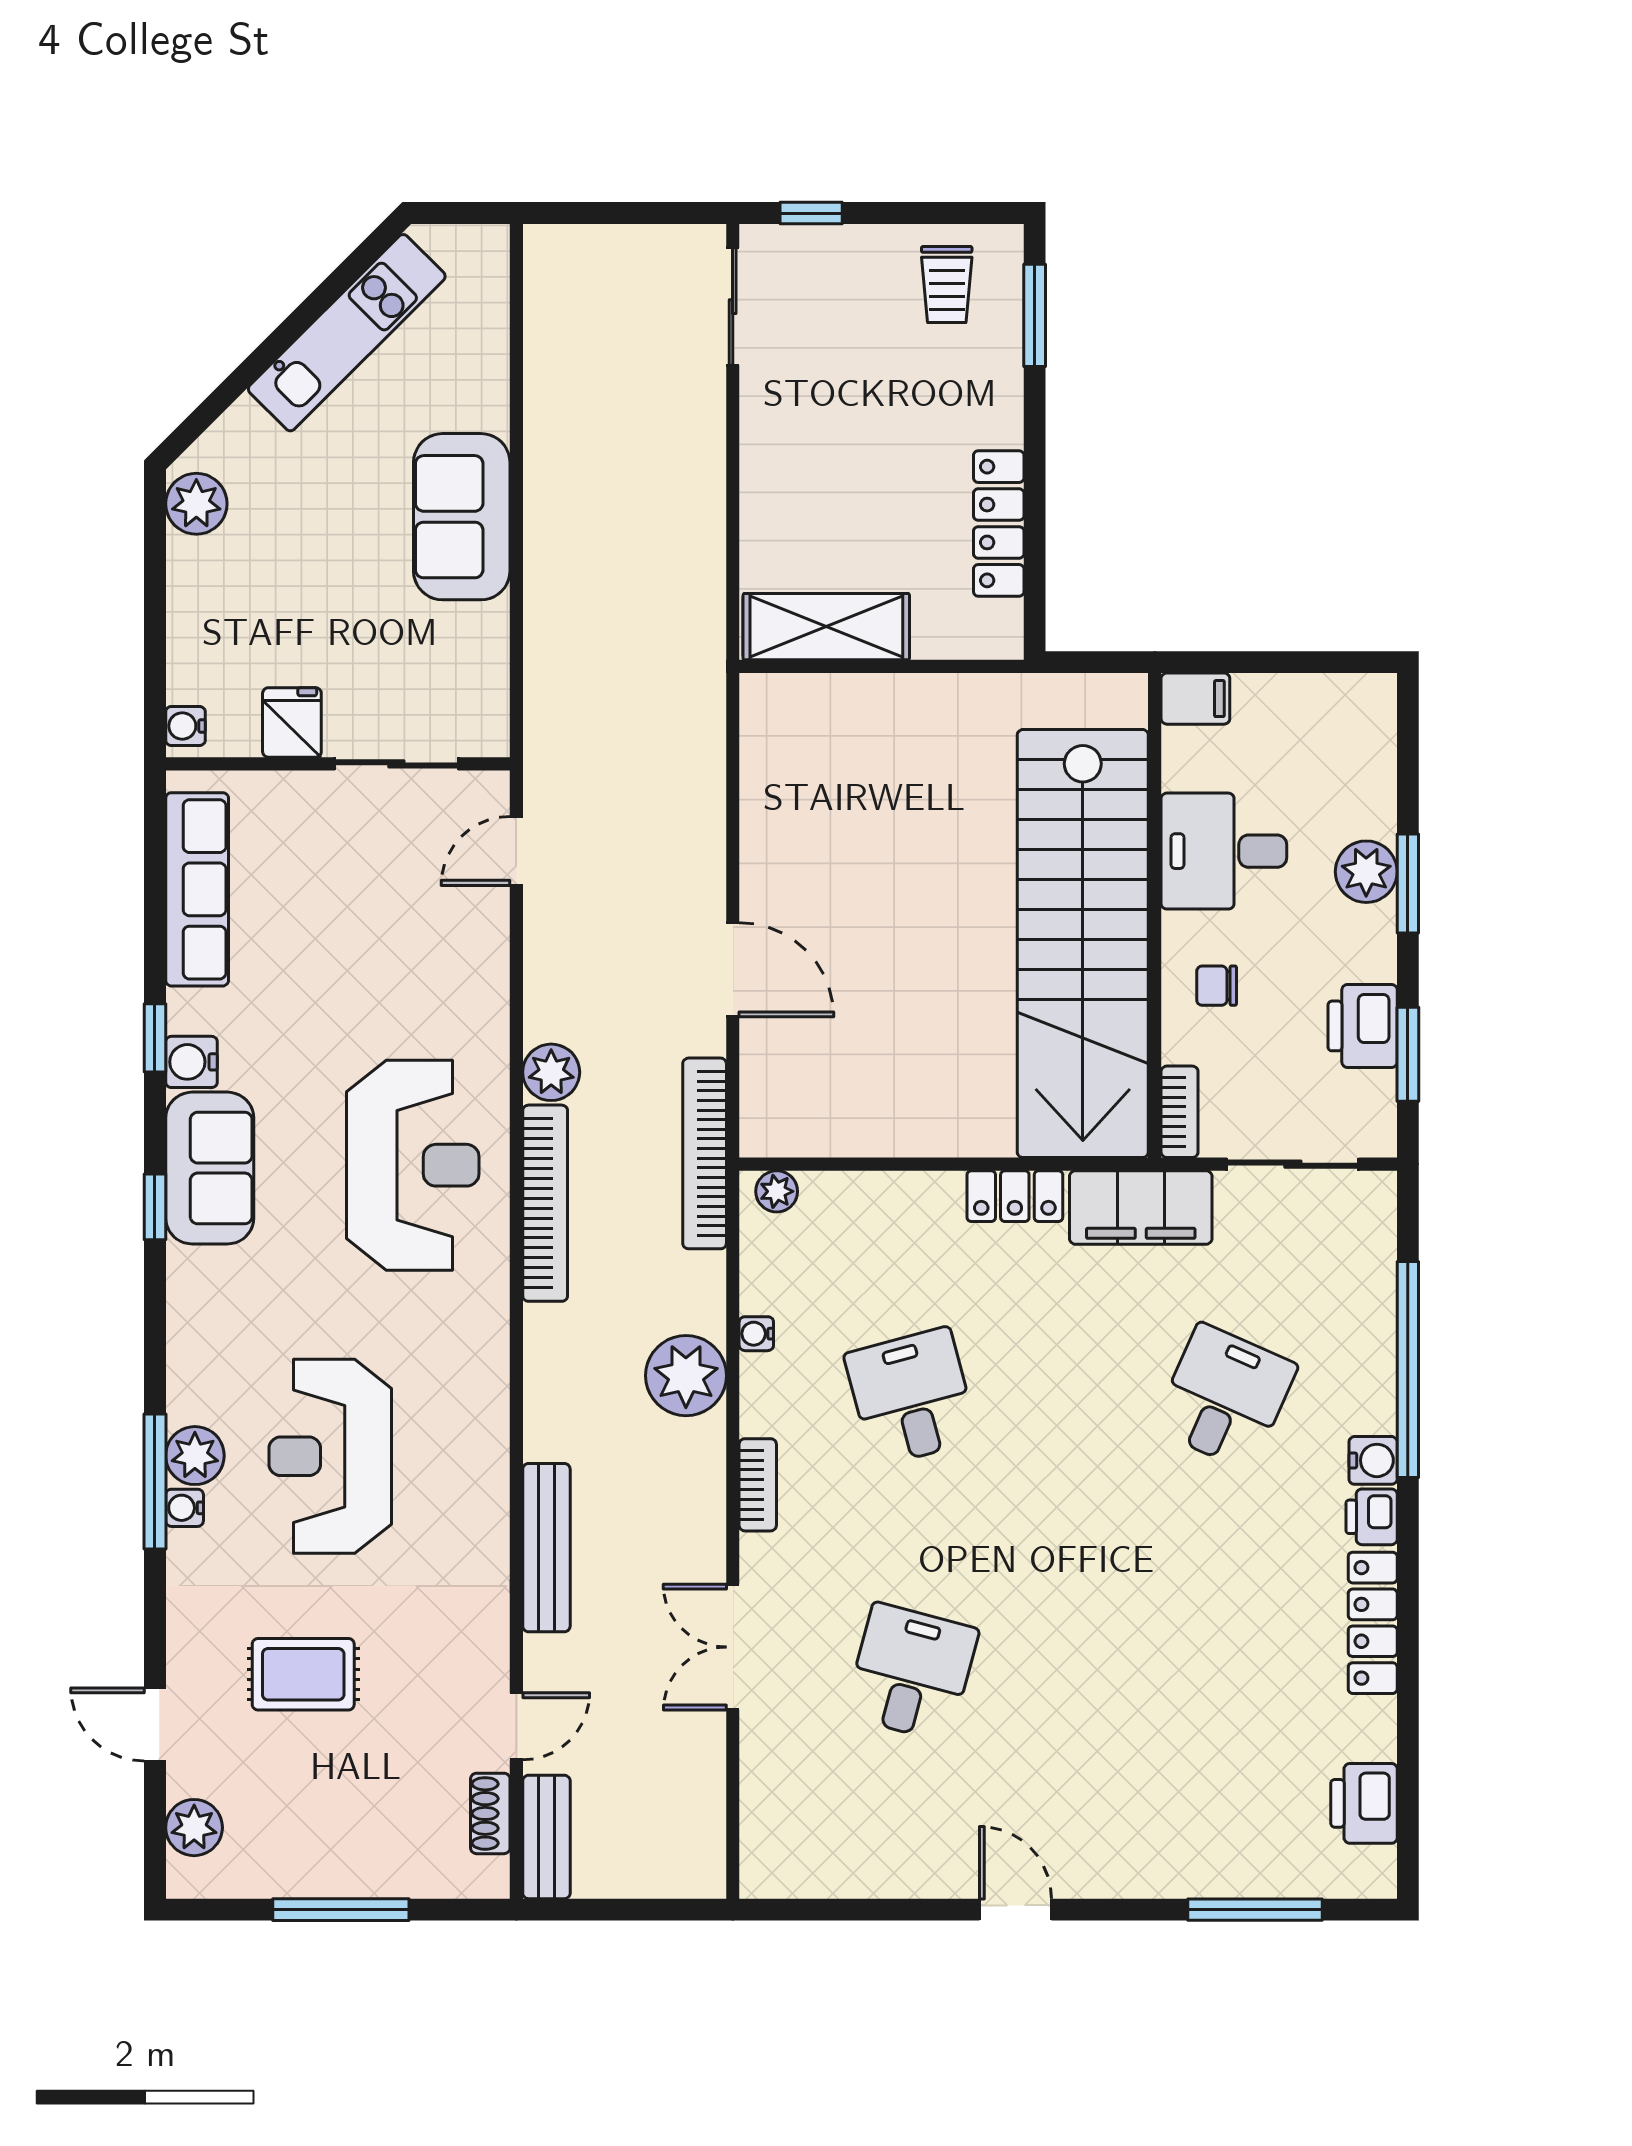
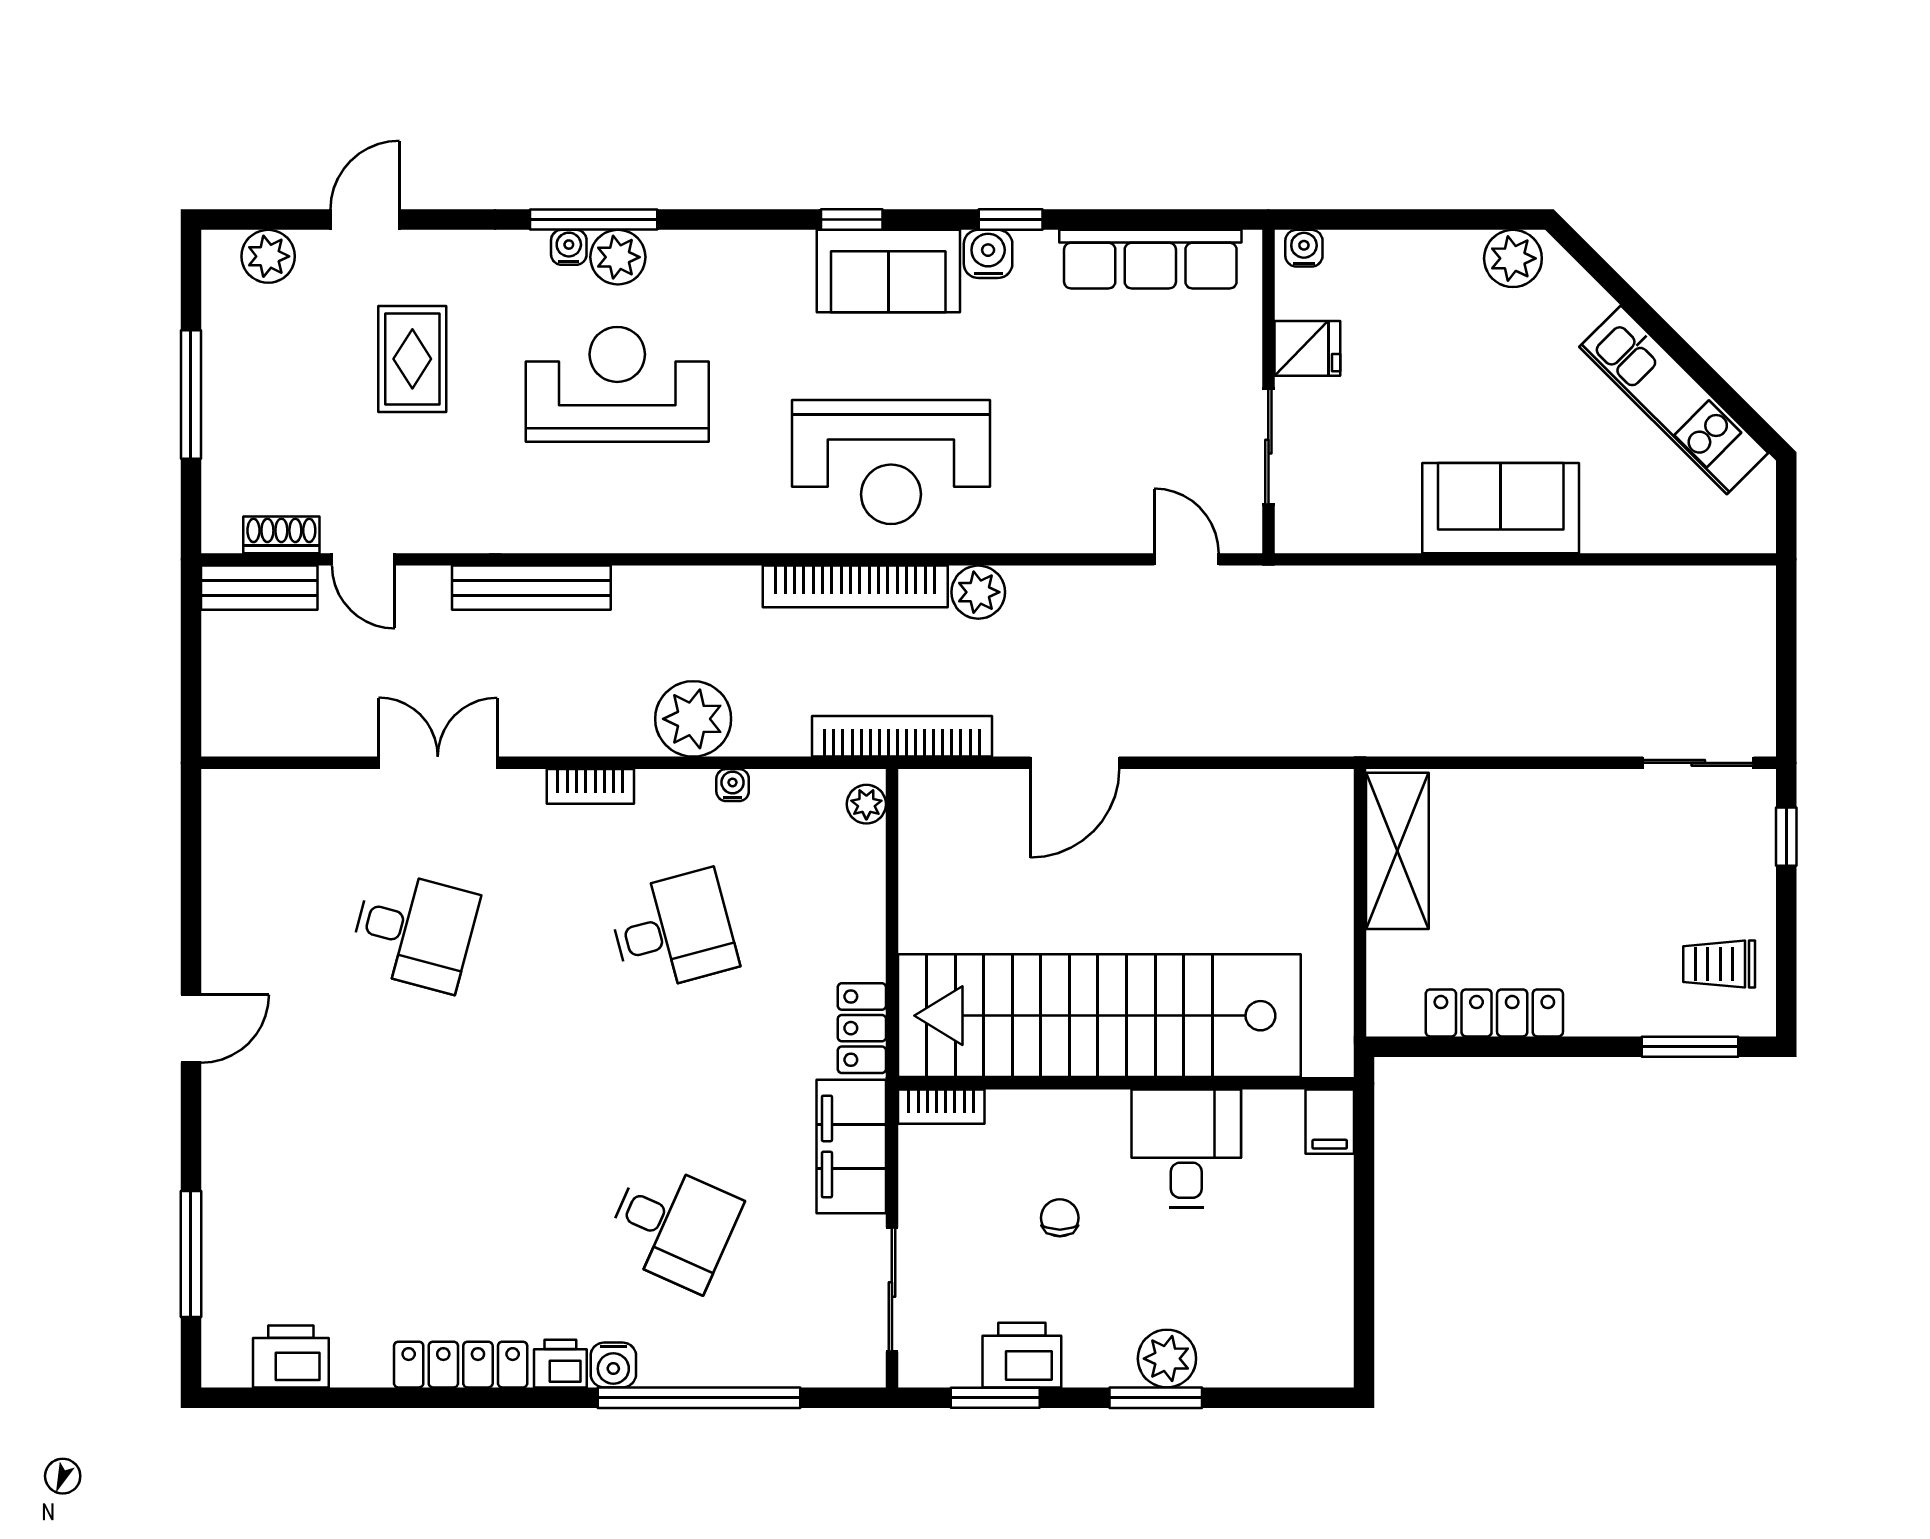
filing cabinet: (1195, 699) -> (1330, 1122), moved
desk: (1224, 851) -> (1186, 1148), moved
wall: (1155, 915) -> (1126, 1083), moved
stairs: (1083, 944) -> (1099, 1016), moved
bookcase: (1180, 1112) -> (941, 1107), moved

